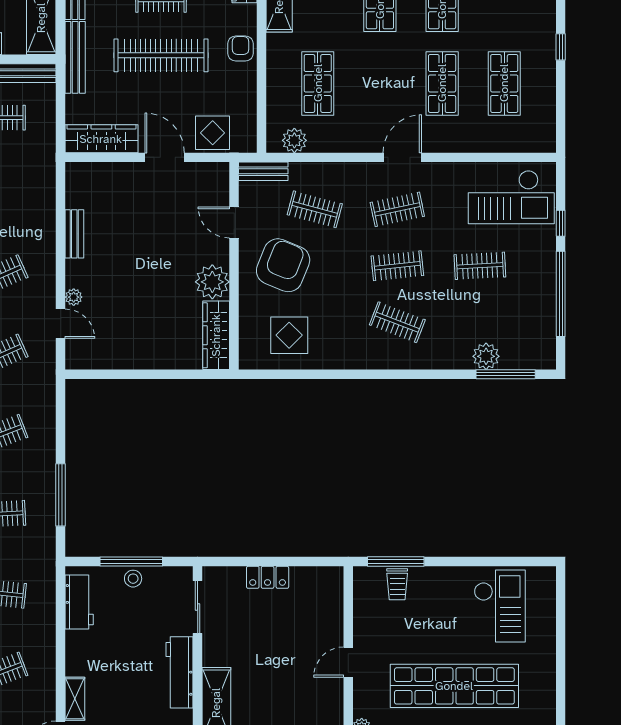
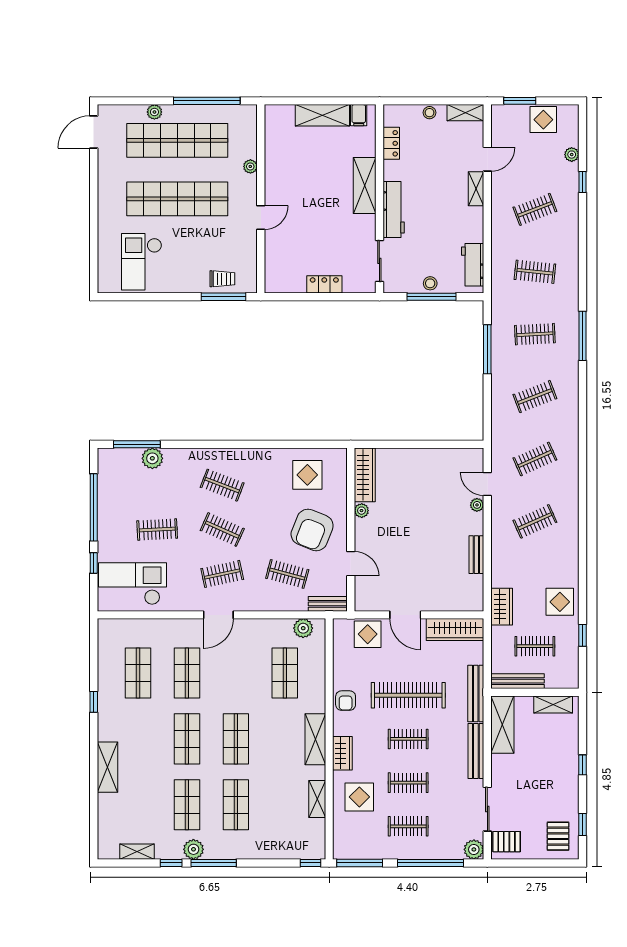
wardrobe: (42, 168) -> (502, 607), added
clothes rail: (397, 266) -> (222, 530), turned 30
plant: (212, 282) -> (362, 511), width x0.53, depth x0.53
trolley: (397, 584) -> (222, 279), turned 90

